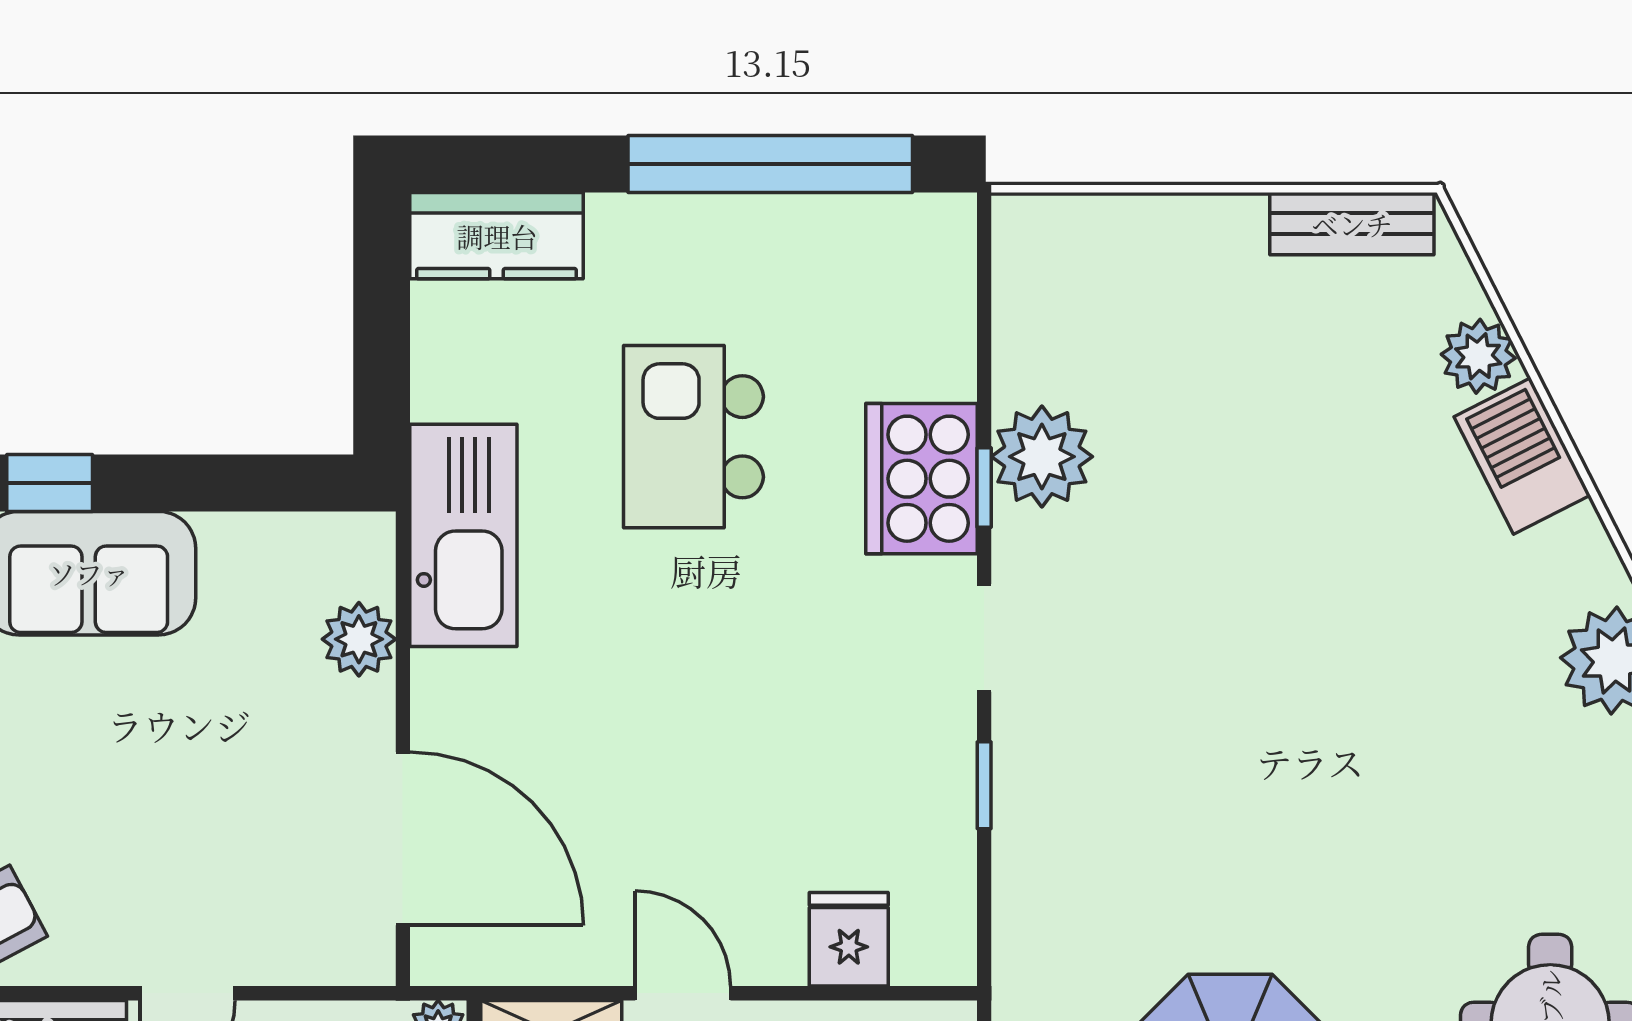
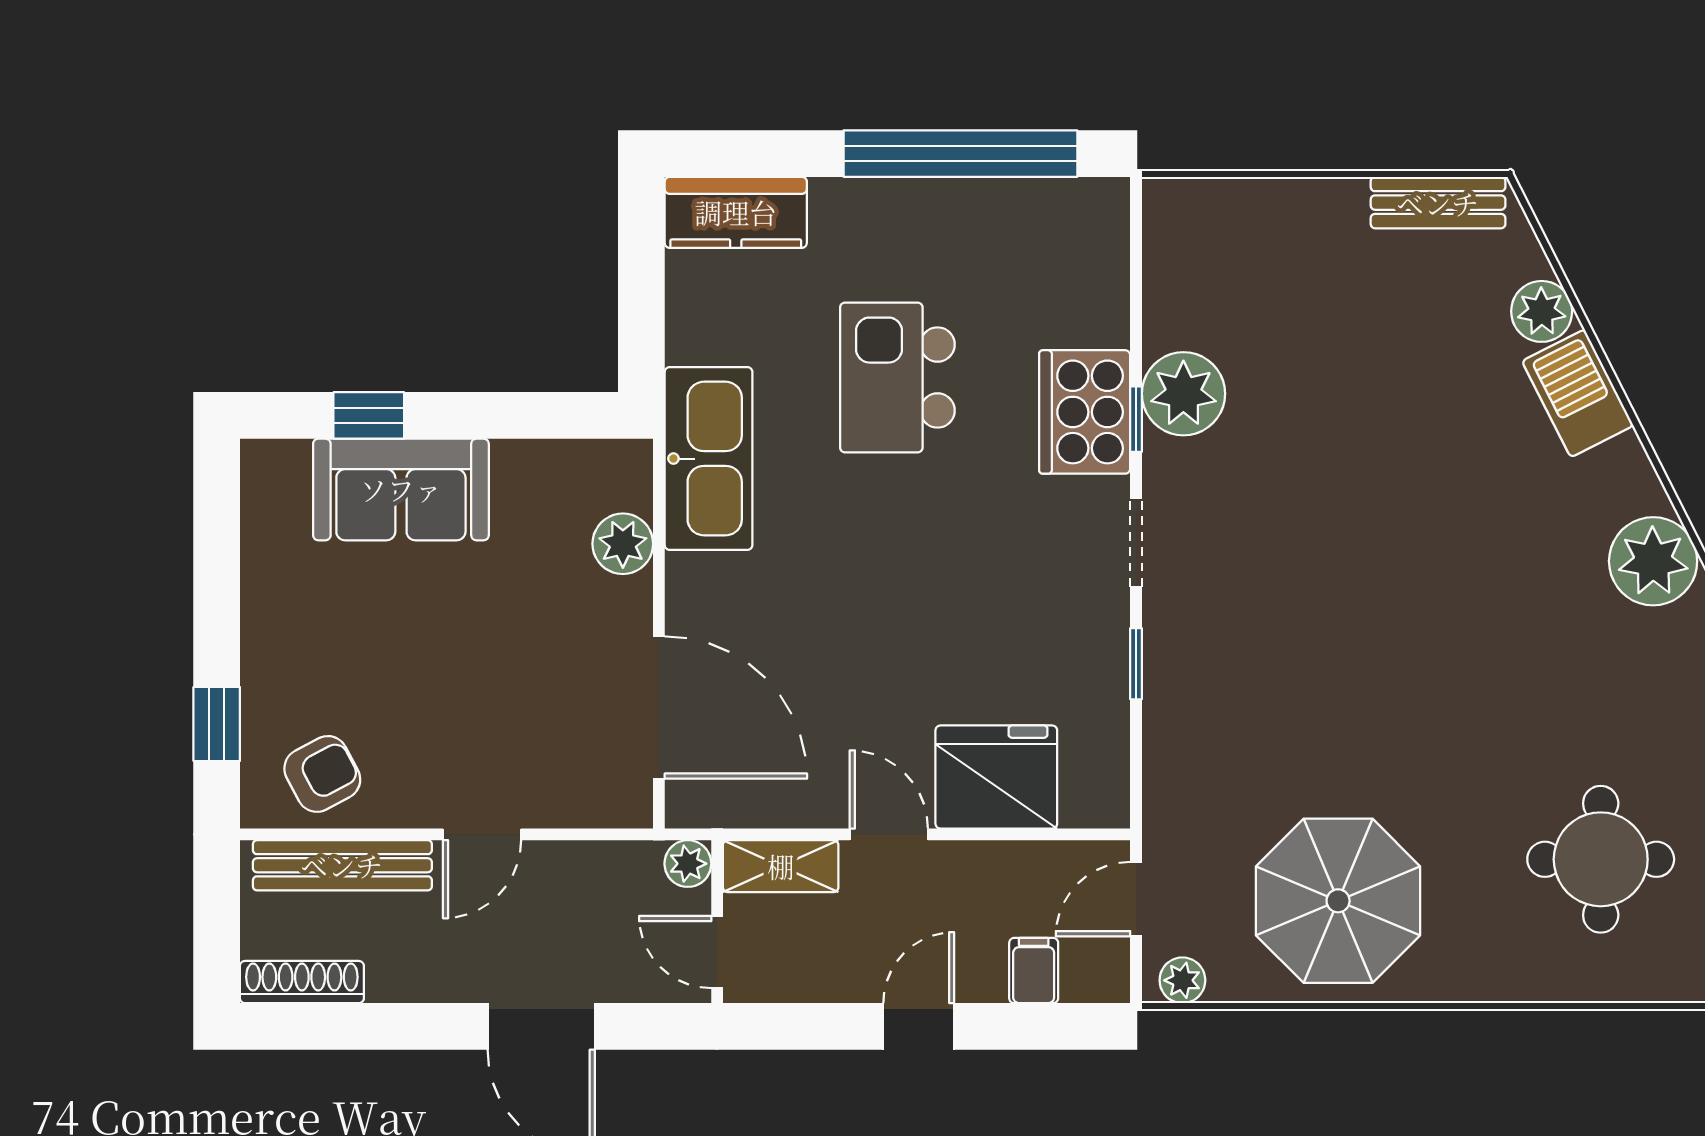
fridge: (849, 939) -> (996, 777), width x1.88, depth x1.34

